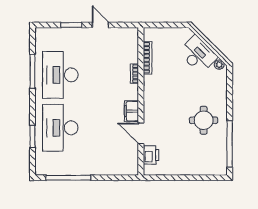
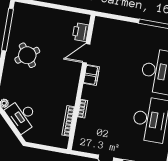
round table: (204, 120) -> (27, 55), turned -37
door: (141, 133) -> (86, 53), swing flipped

